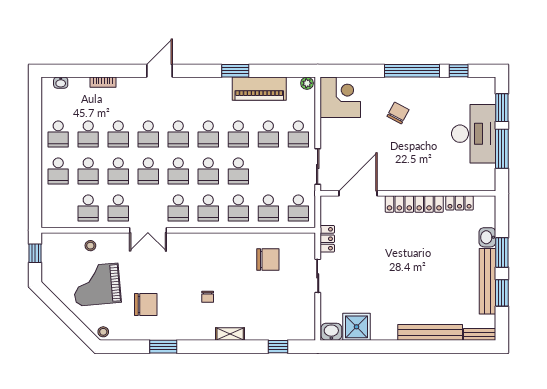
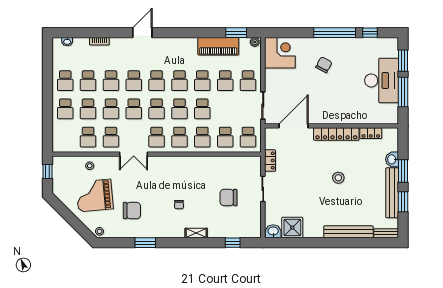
window: (235, 71) -> (236, 33), moved
chair: (268, 259) -> (228, 197), moved, turned 180
stool: (417, 261) -> (338, 178), added

